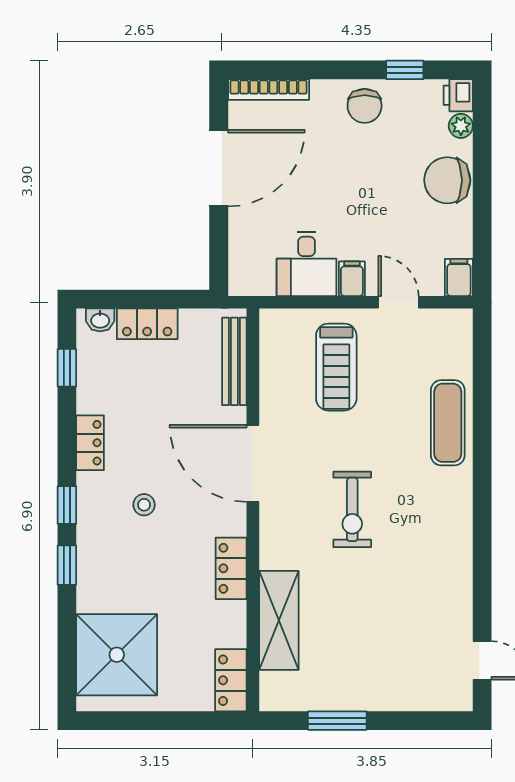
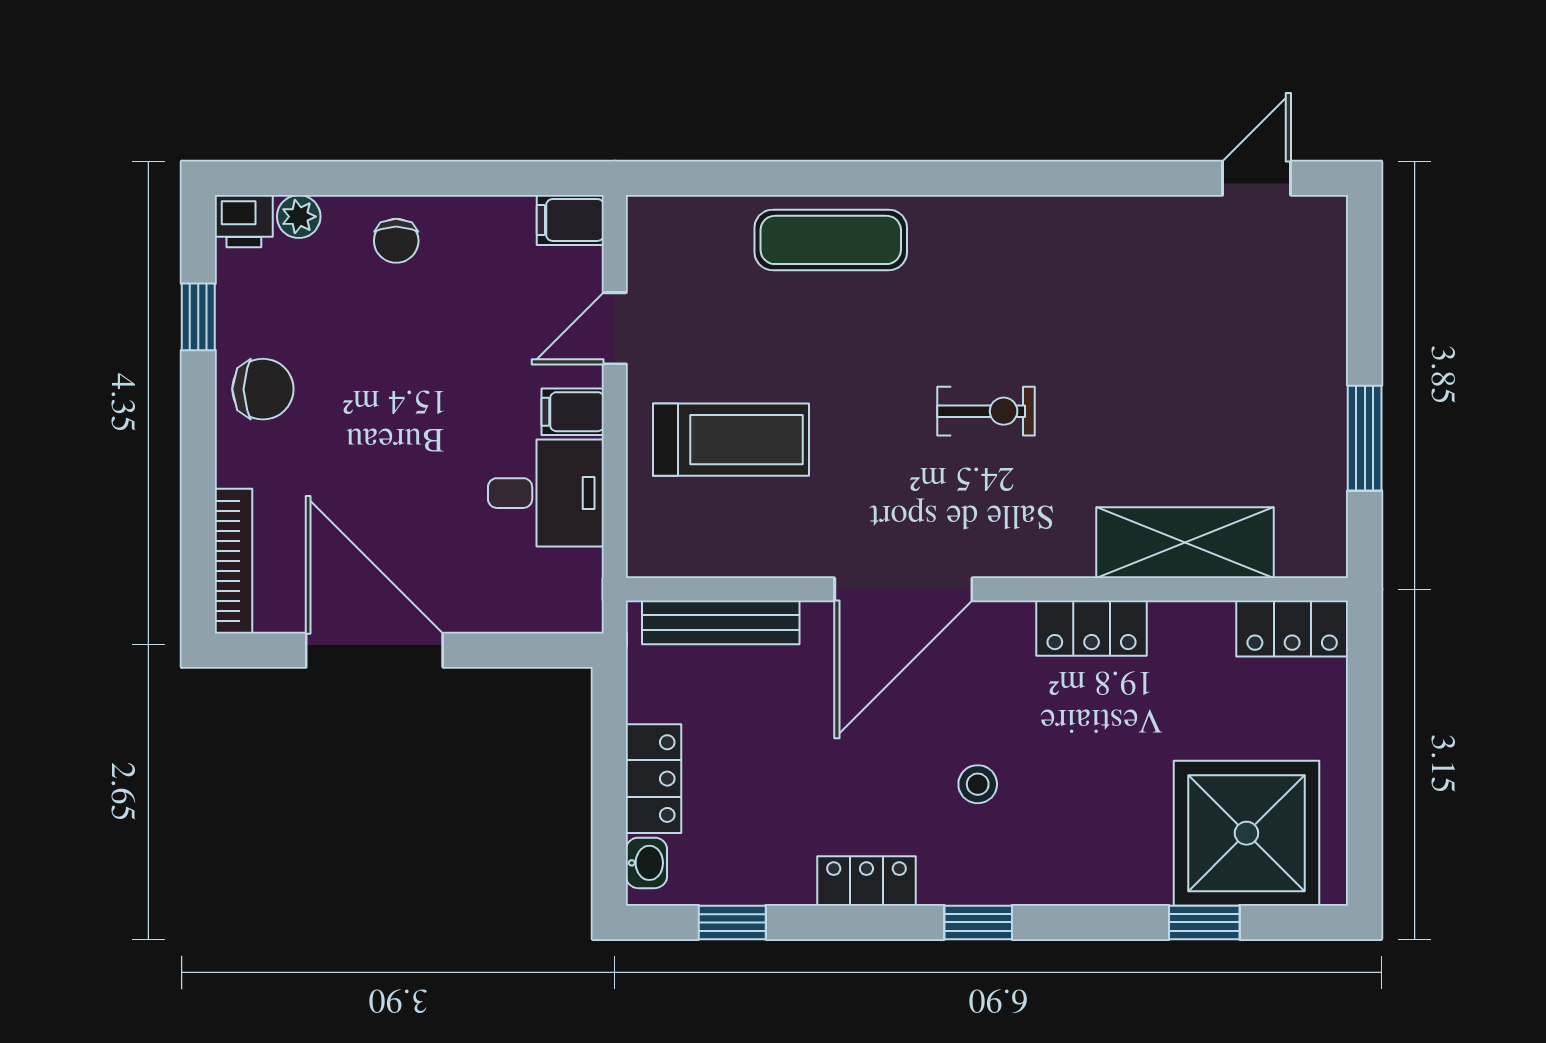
chair: (447, 180) -> (396, 241), width x0.54, depth x0.54
exercise bike: (352, 509) -> (986, 411), width x0.73, depth x0.72
window: (67, 565) -> (1204, 922), moved

